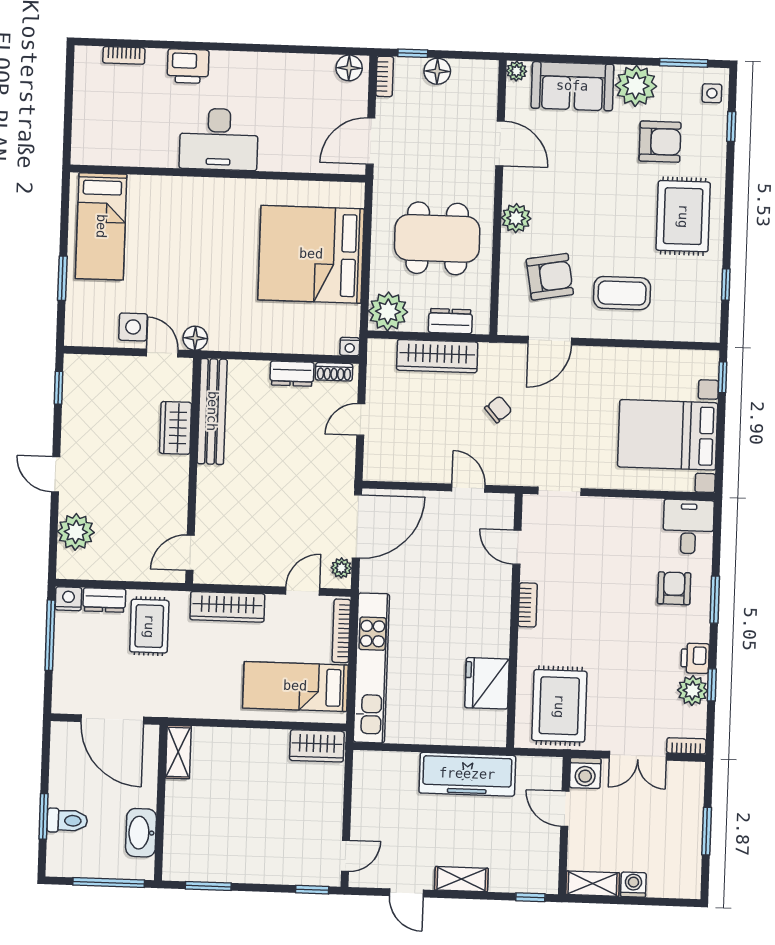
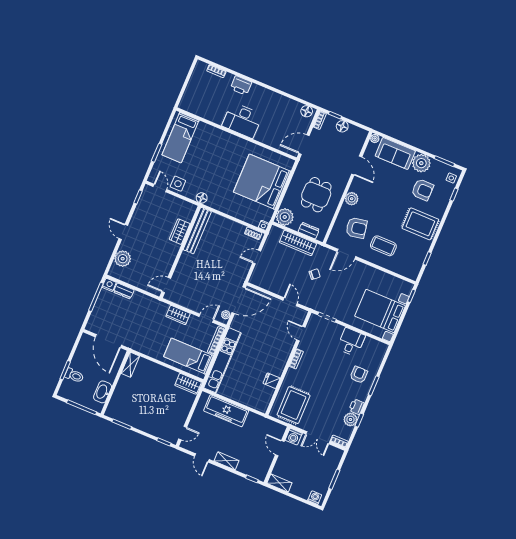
rug: (683, 216) -> (420, 224), turned 90
dining table: (437, 238) -> (316, 195), width x0.73
door: (162, 353) -> (160, 188), moved
dresser: (292, 374) -> (236, 227), removed
desk: (688, 527) -> (351, 342), moved
wardrobe: (227, 607) -> (178, 315), width x0.67
rug: (149, 626) -> (138, 309), removed
fridge: (487, 683) -> (272, 381), width x0.53, depth x0.75
freezer: (467, 774) -> (226, 411), moved
washing machine: (633, 885) -> (315, 498), moved

